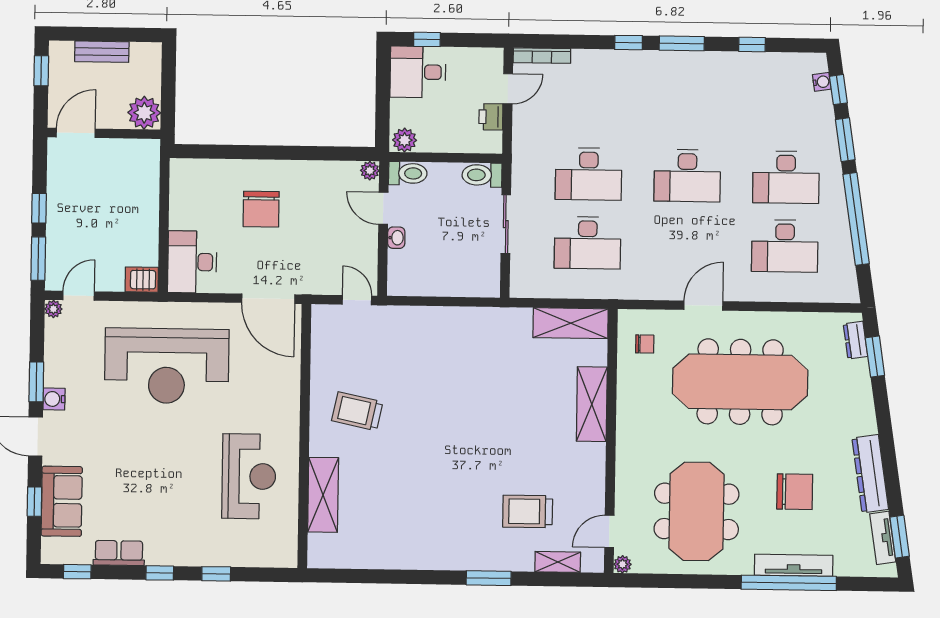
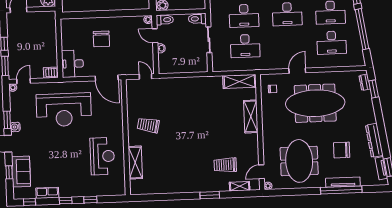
chair: (795, 492) -> (342, 150), turned 180

